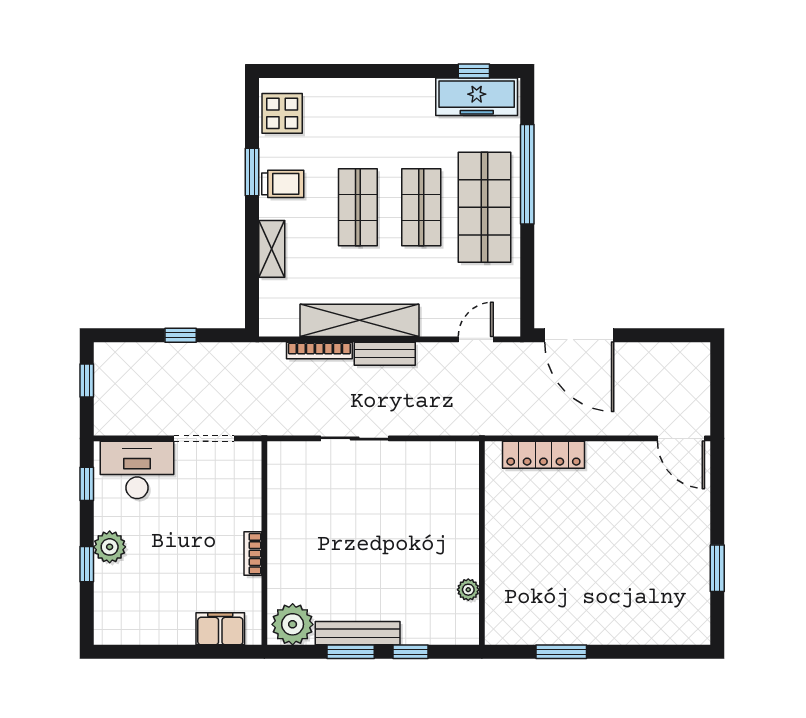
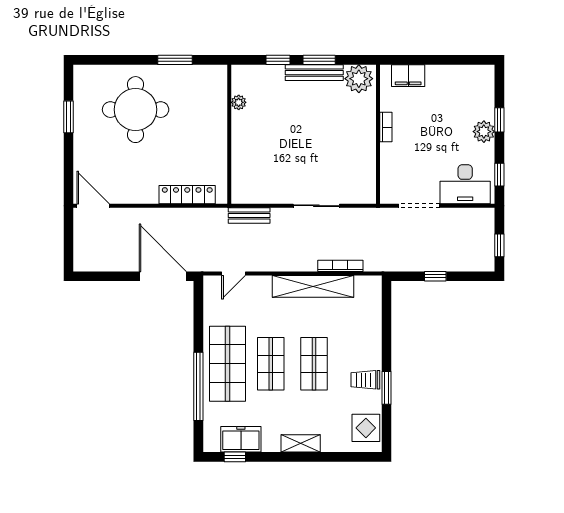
freezer: (477, 97) -> (241, 439), width x0.71
shelving: (272, 249) -> (301, 443), moved, turned 90
bench: (385, 354) -> (249, 216), moved
round table: (619, 579) -> (136, 110), added

